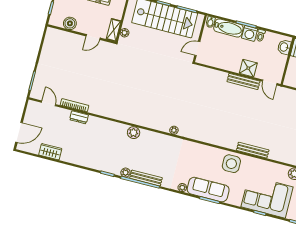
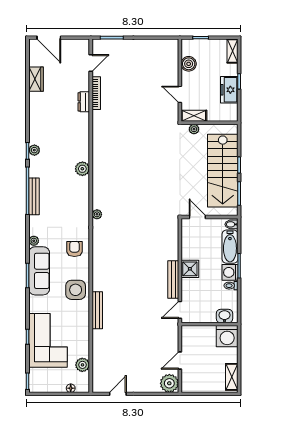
shower: (248, 68) -> (190, 269), moved
armchair: (198, 156) -> (74, 249), added
plant: (126, 173) -> (34, 150), moved

